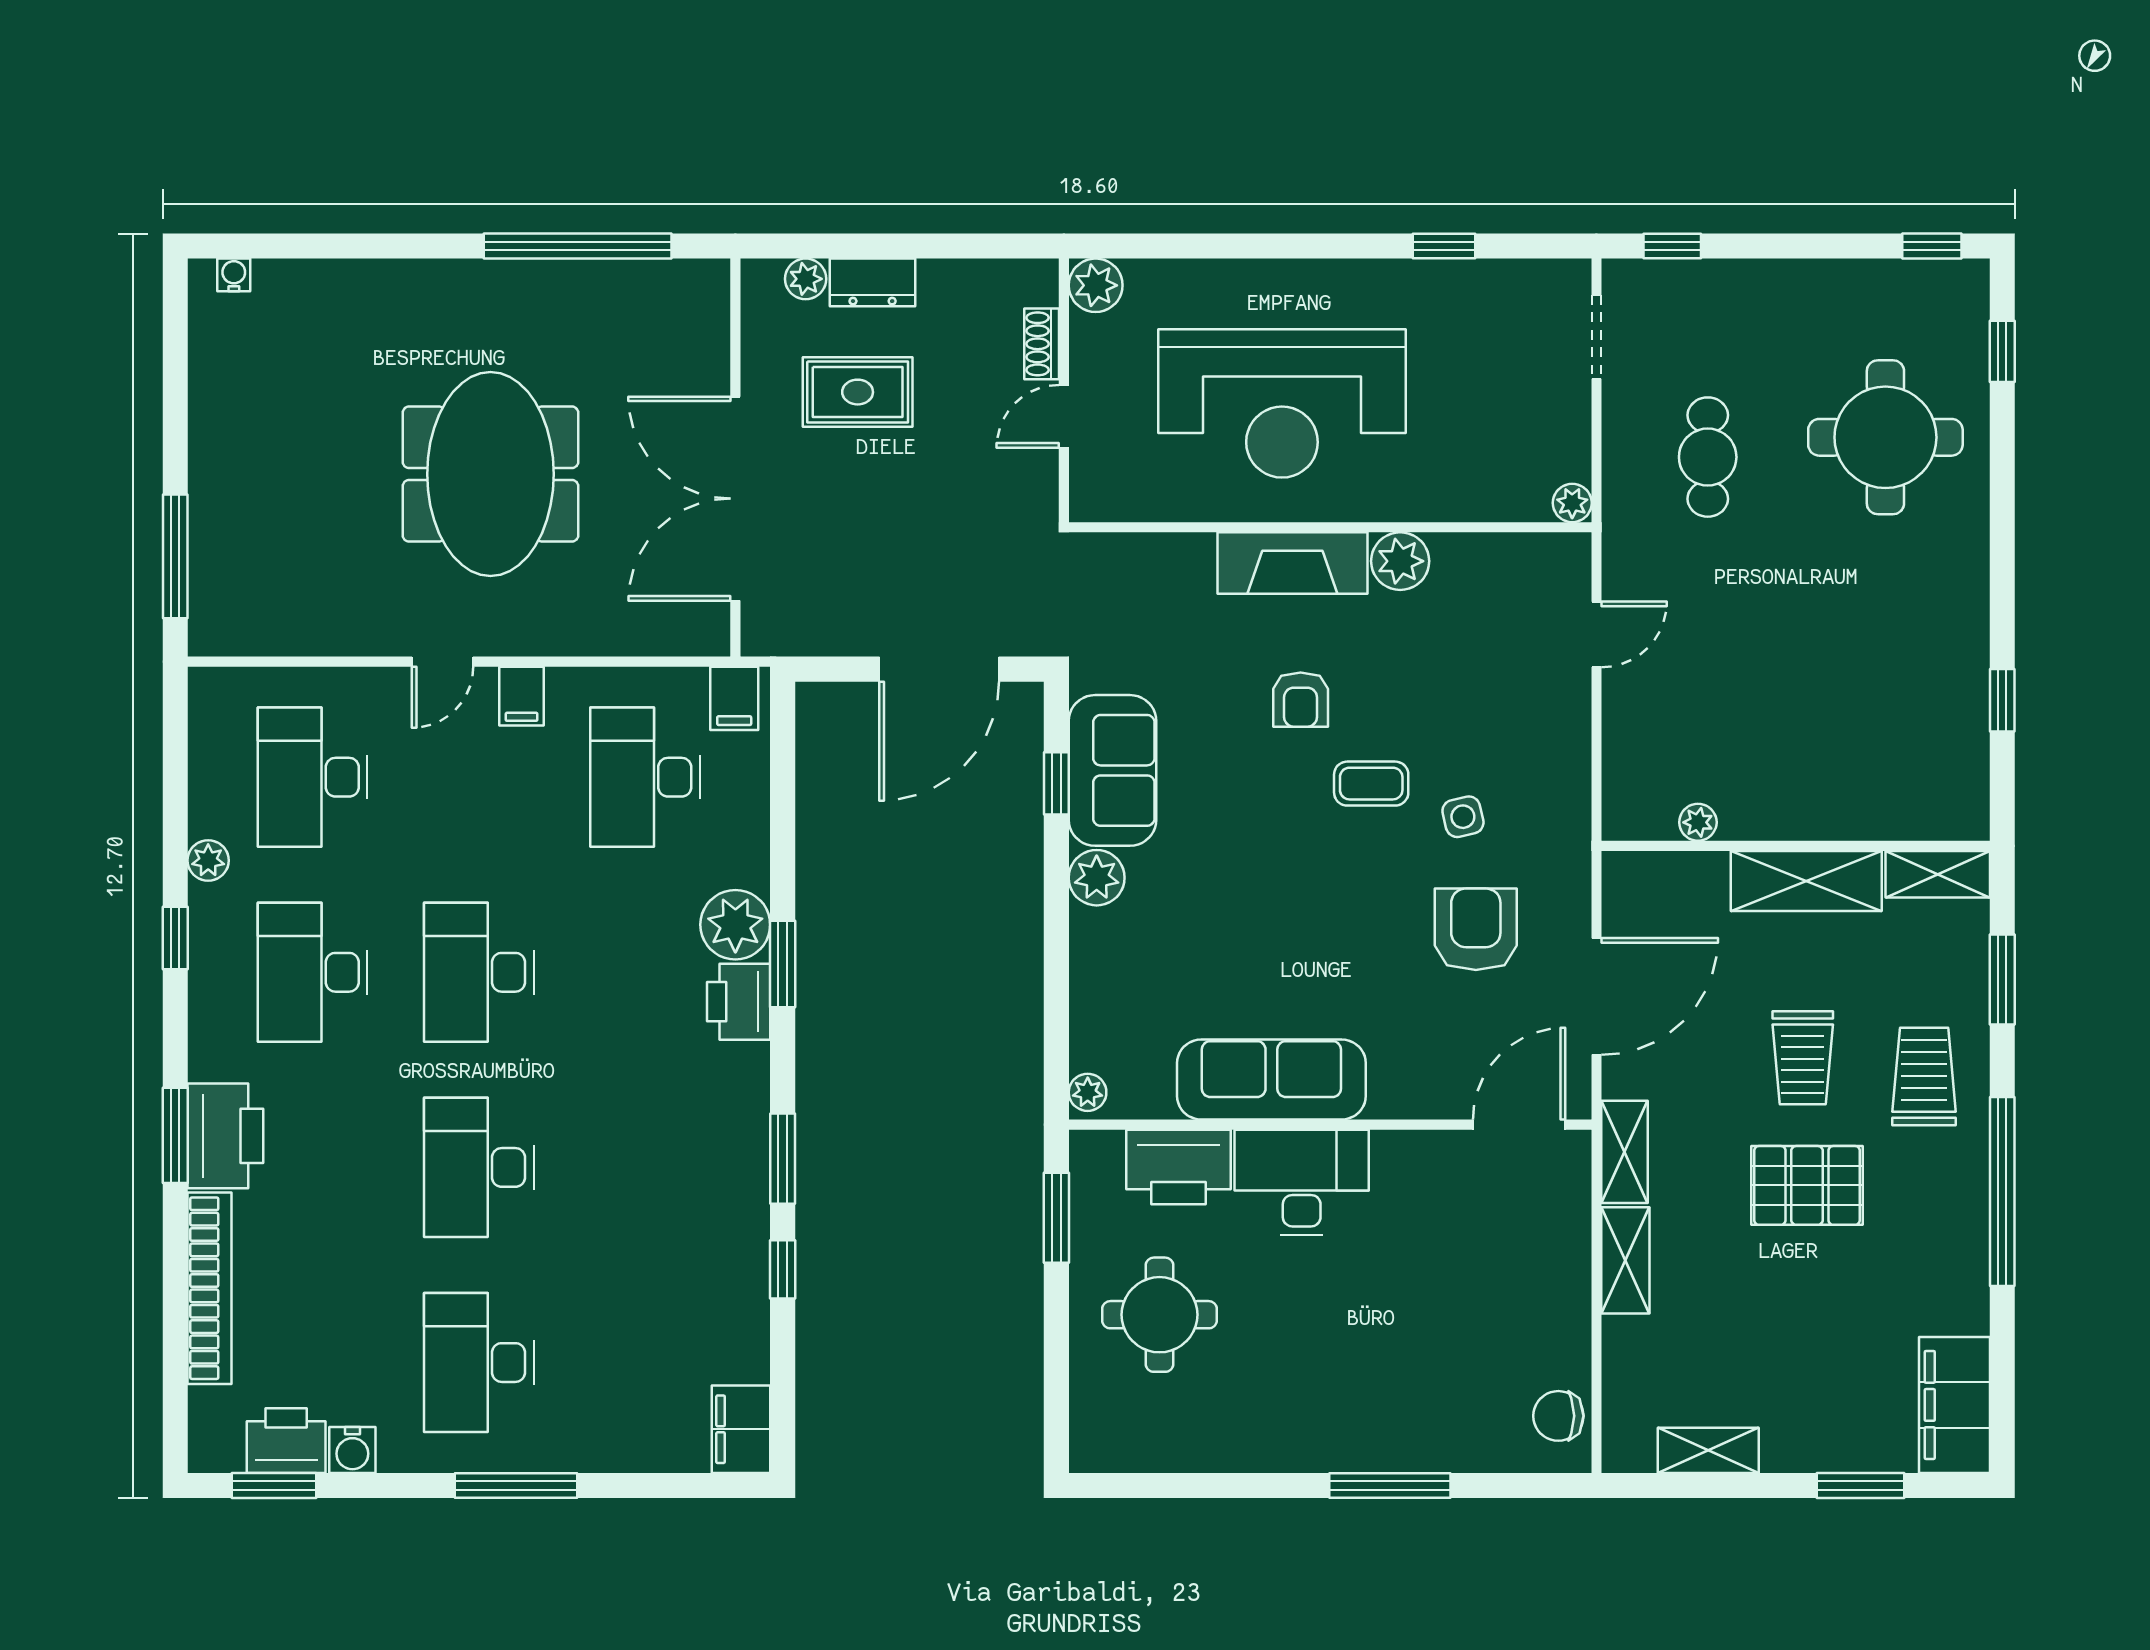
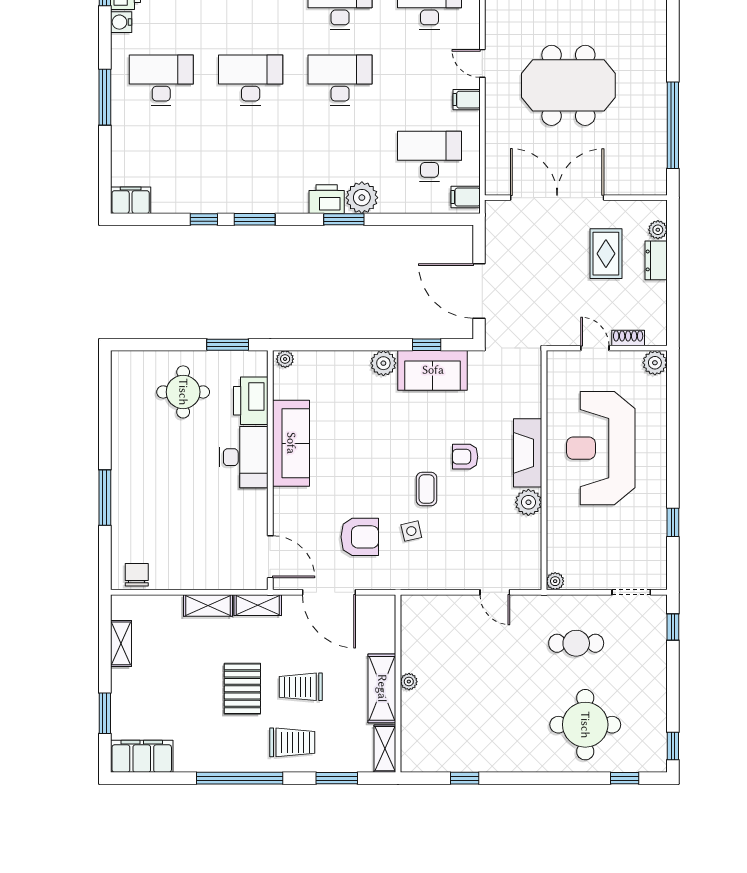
plant: (1698, 822) -> (409, 682), moved

